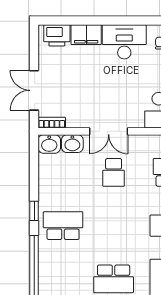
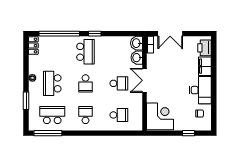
double door: (34, 90) -> (170, 34), swing flipped
school desk: (114, 172) -> (119, 83), turned 180
school desk: (114, 226) -> (86, 83), added

